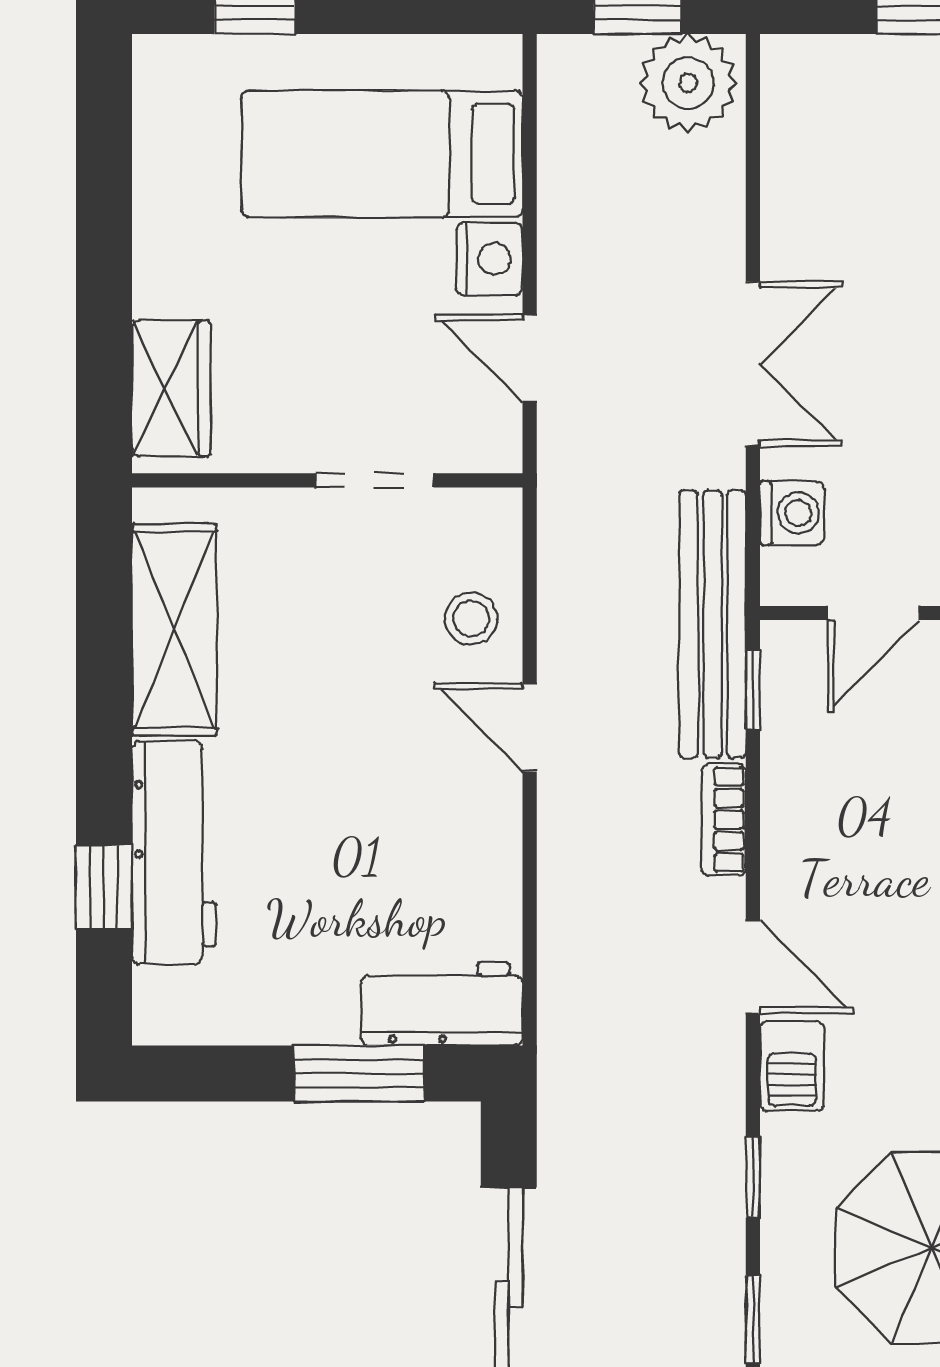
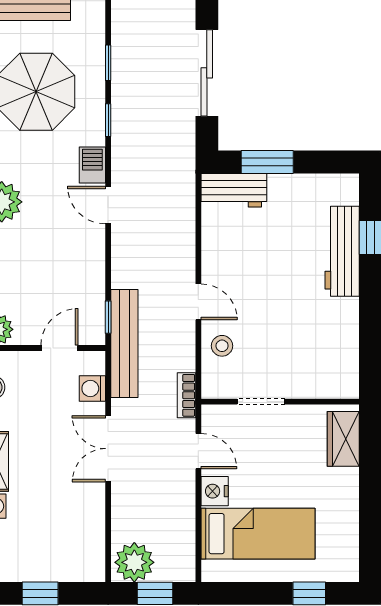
shelving: (174, 630) -> (342, 341), removed
bookcase: (724, 820) -> (187, 395), moved, turned 180

